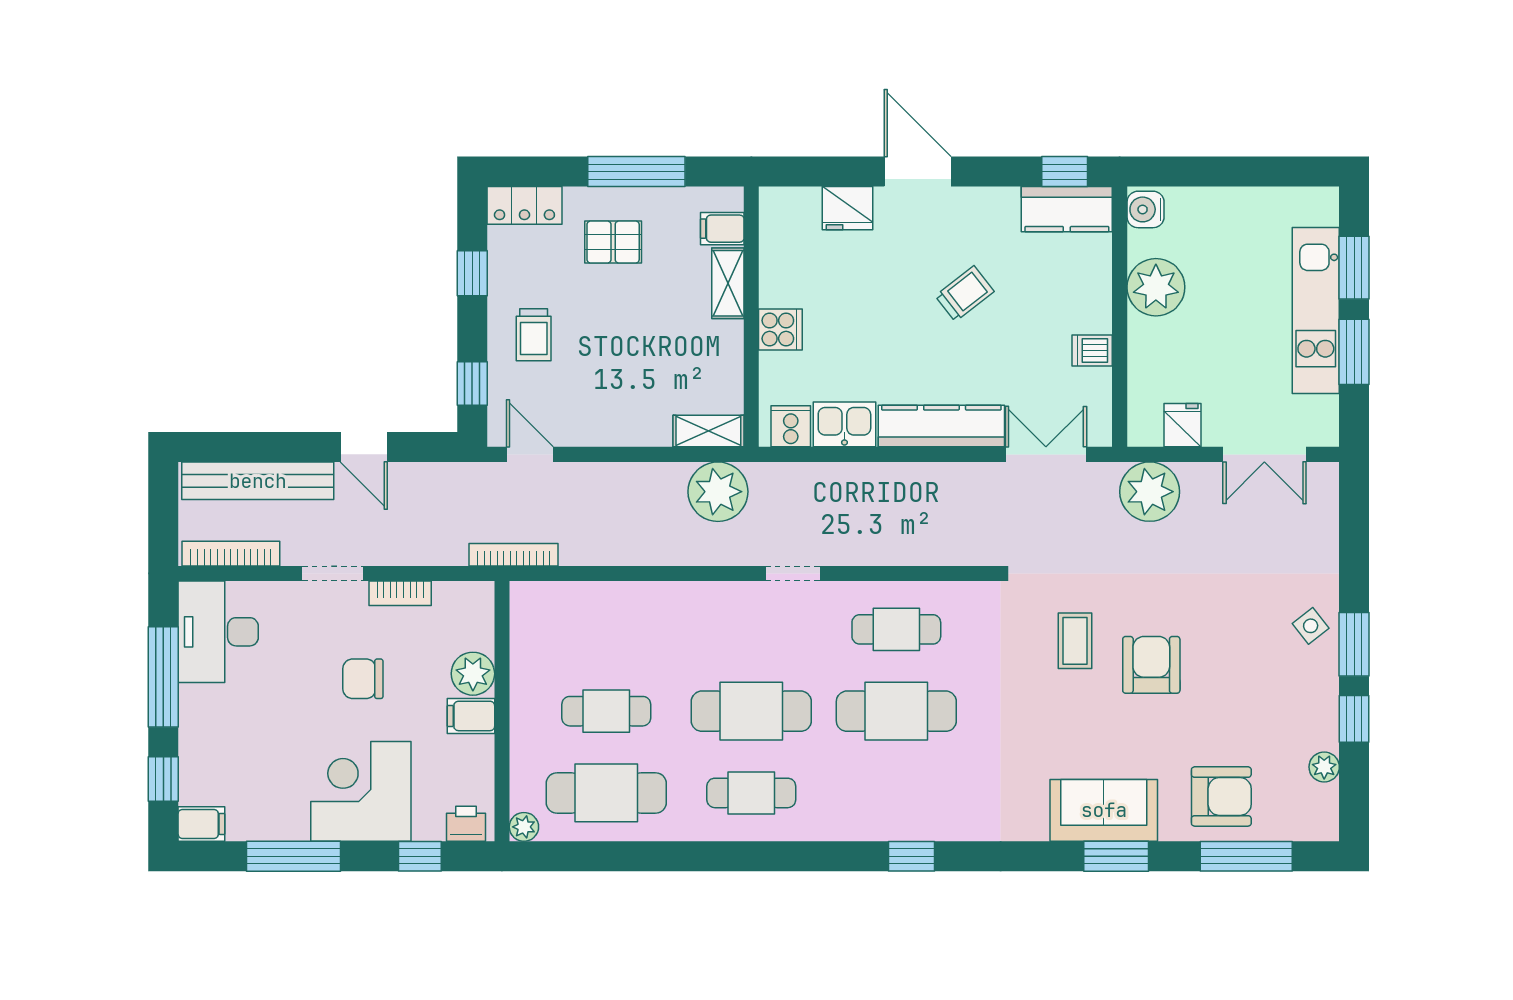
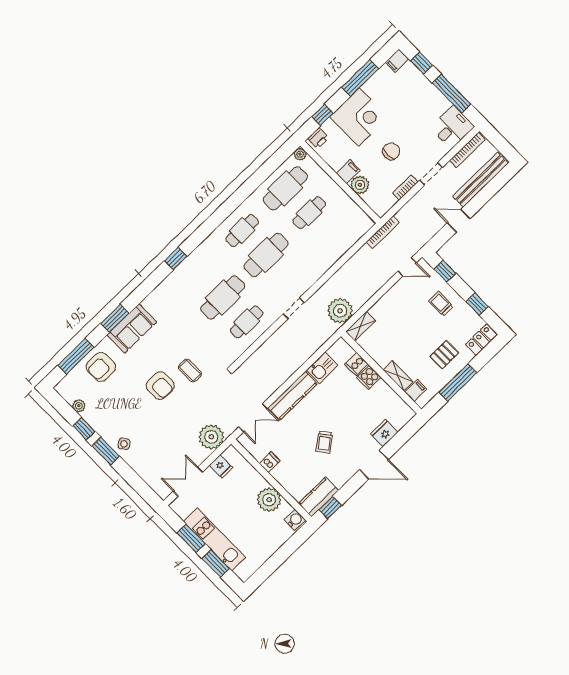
cooker: (791, 426) -> (356, 364), moved, turned 90
desk: (218, 632) -> (452, 127), width x0.73

